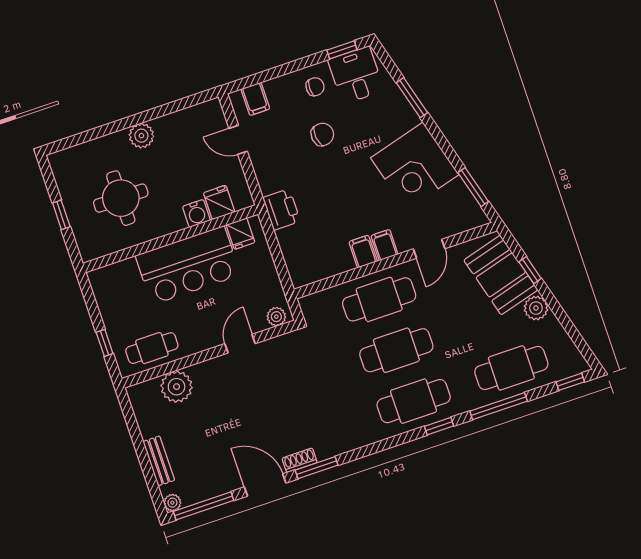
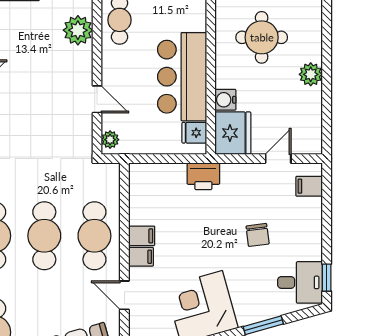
chair: (315, 87) -> (302, 243), removed
fridge: (219, 202) -> (233, 133), width x1.88, depth x1.34

